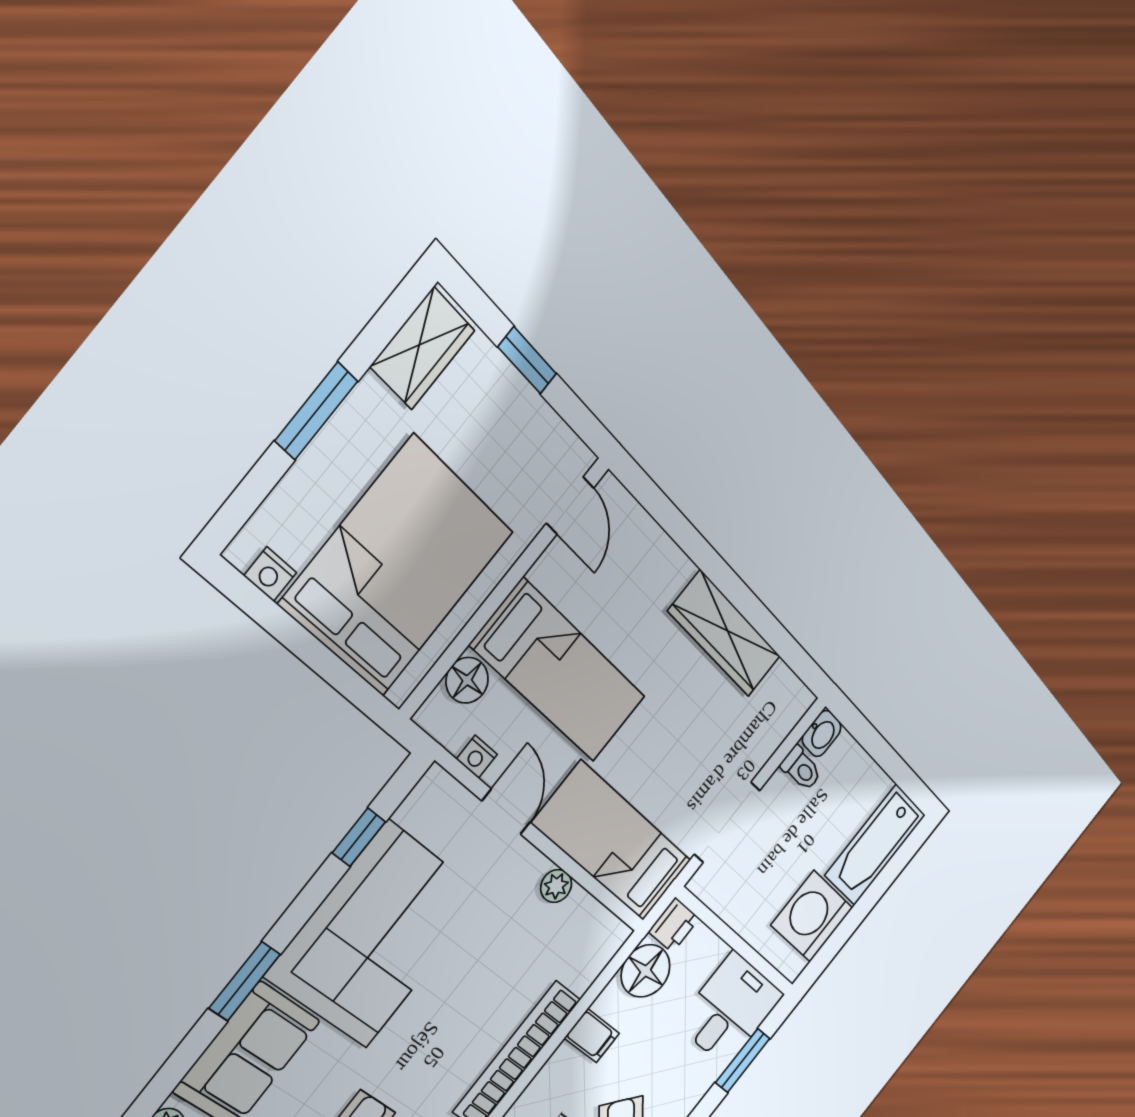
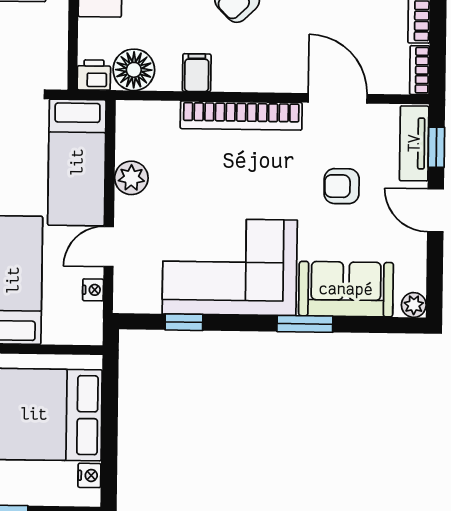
floor lamp: (467, 680) -> (59, 330), removed
plant: (556, 886) -> (131, 178), width x1.38, depth x1.38

